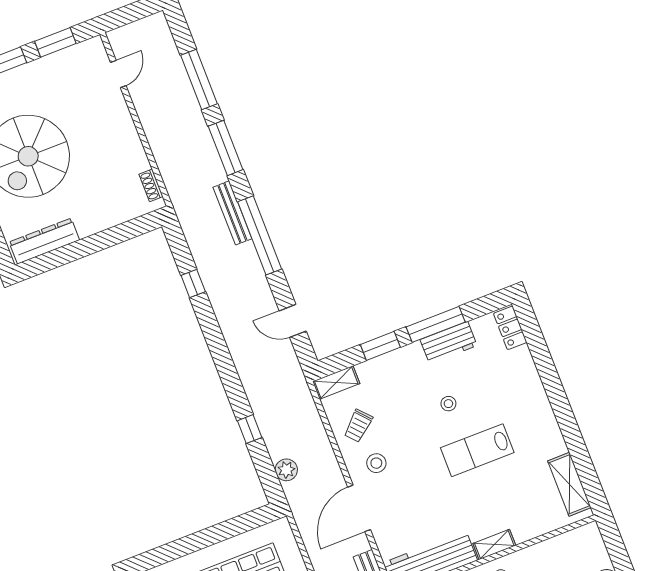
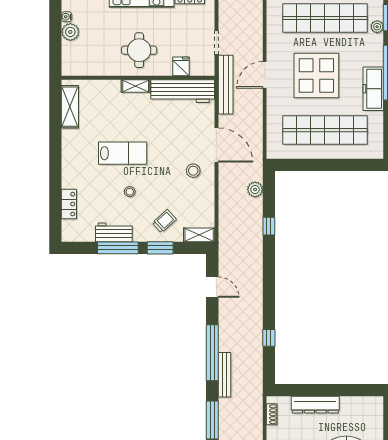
dresser: (44, 241) -> (315, 405), moved
locker: (510, 328) -> (69, 204), moved
trolley: (358, 426) -> (164, 221), moved
door: (359, 508) -> (216, 145), hinge flipped

